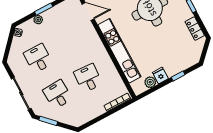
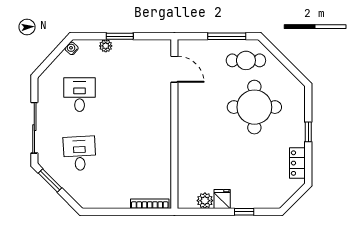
kitchen unit: (119, 51) -> (187, 140), removed
desk: (88, 78) -> (129, 153), removed

